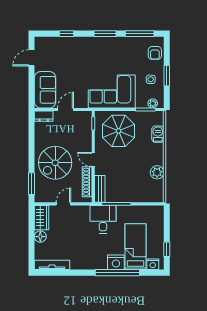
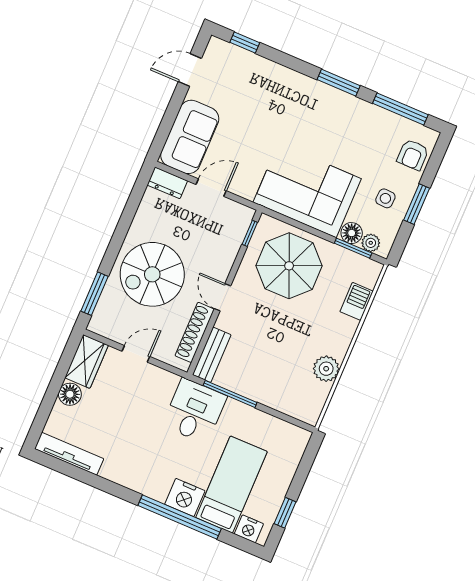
window: (66, 34) -> (245, 43), moved
floor lamp: (142, 103) -> (352, 233), added

